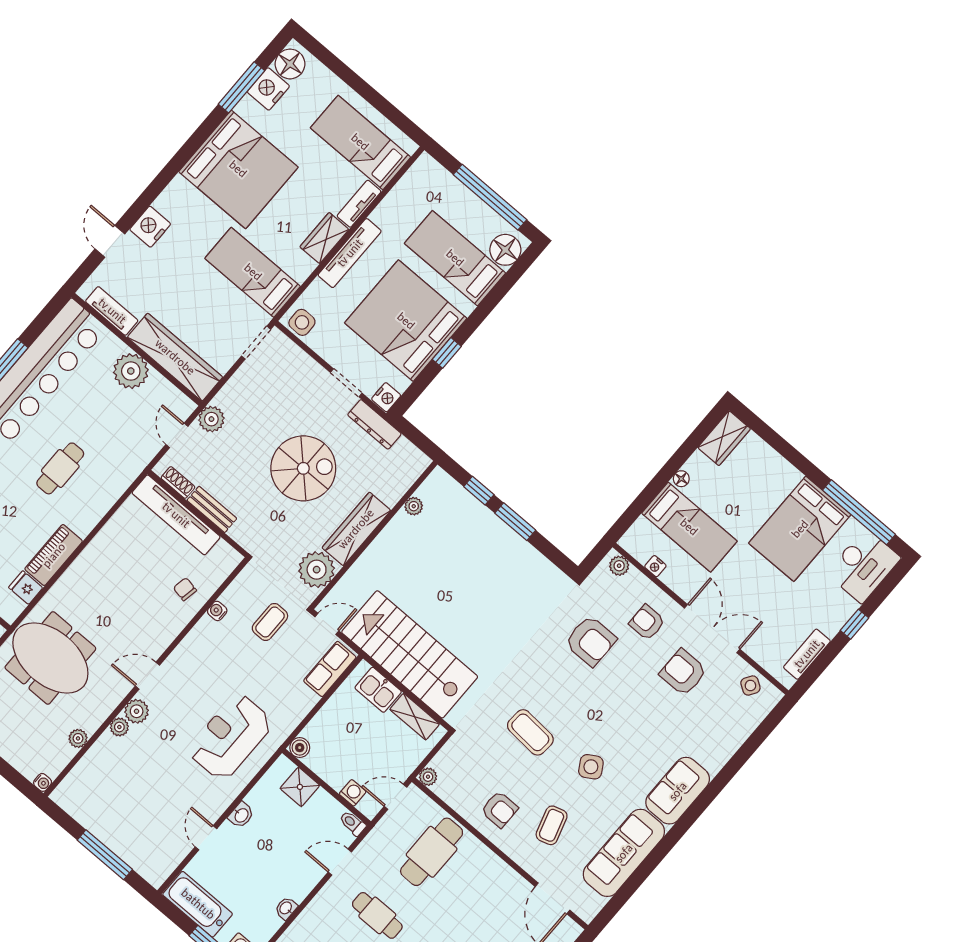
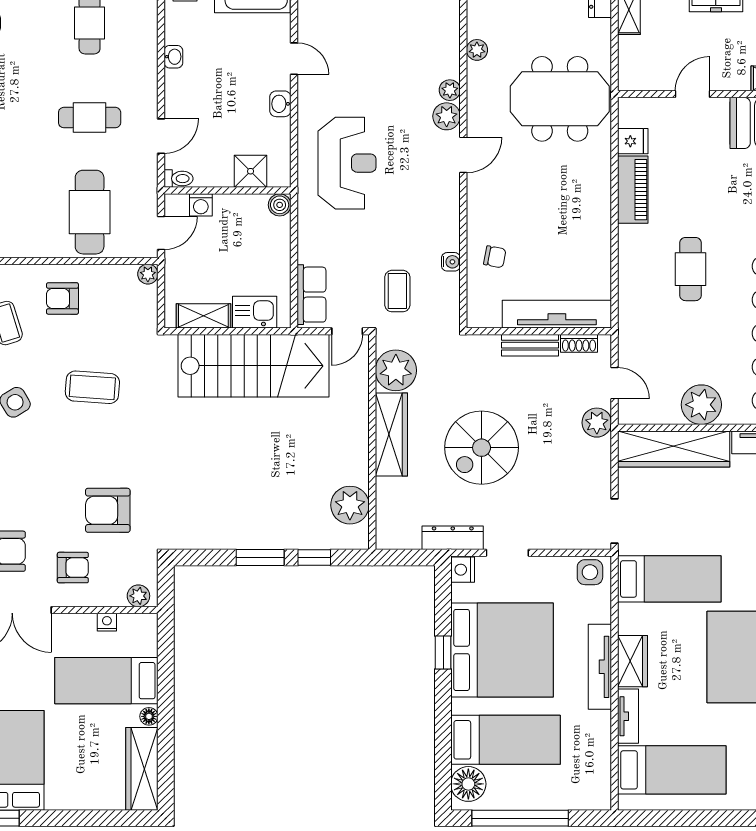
wardrobe: (724, 438) -> (142, 769), width x1.50
plant: (414, 506) -> (350, 505), width x1.88, depth x1.88

